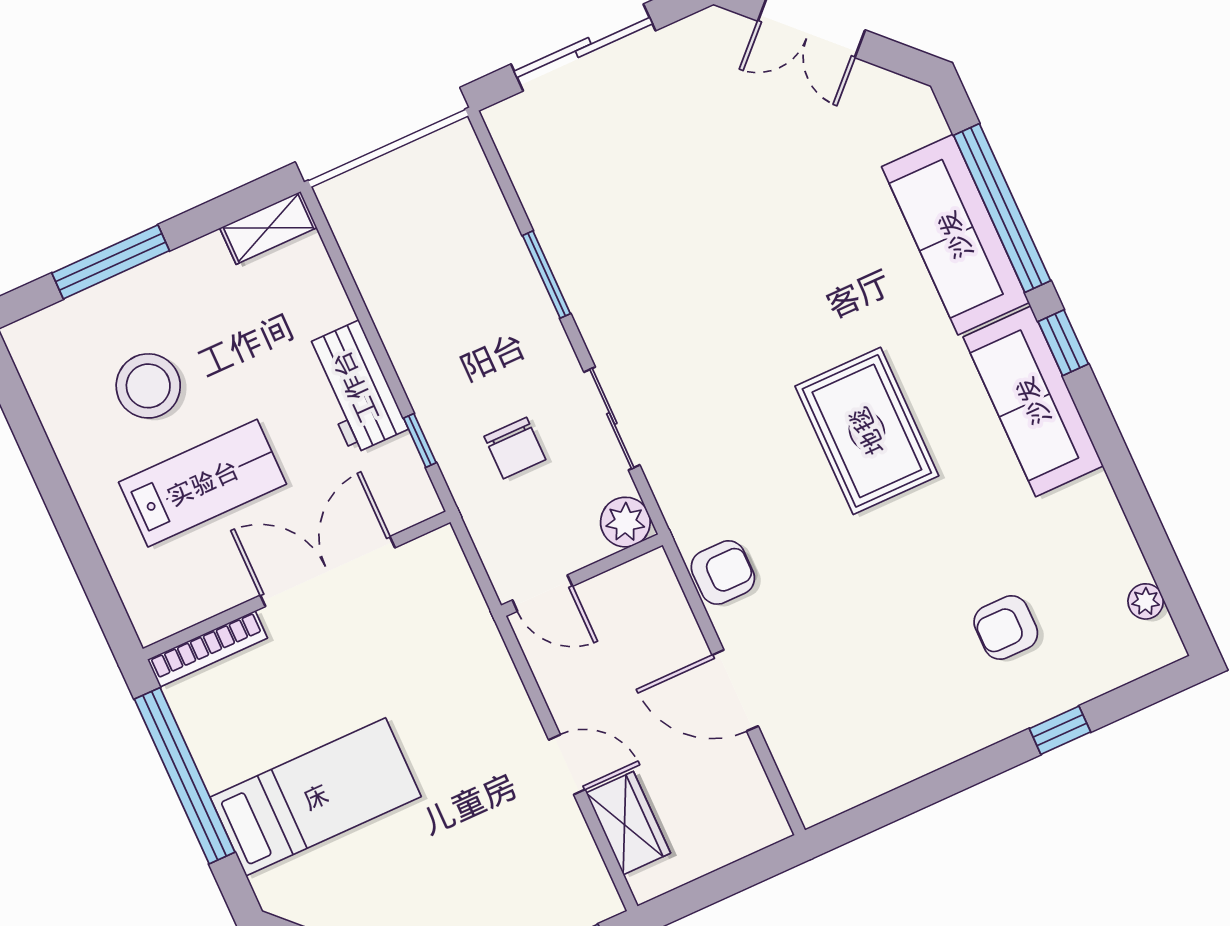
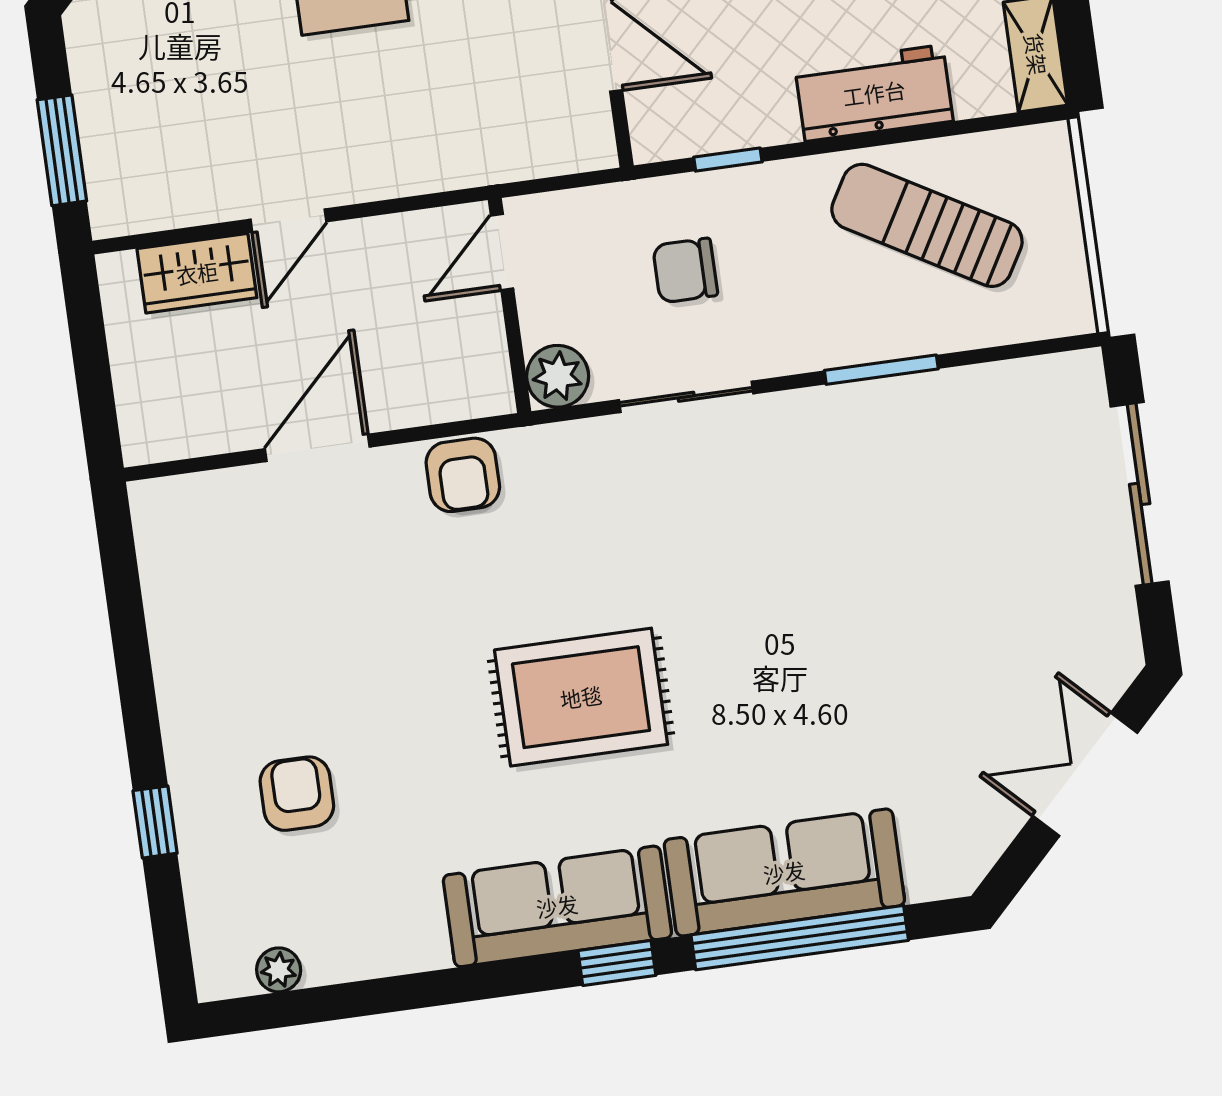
sun lounger: (425, 272) -> (927, 225), added
workbench: (355, 387) -> (874, 93), moved

